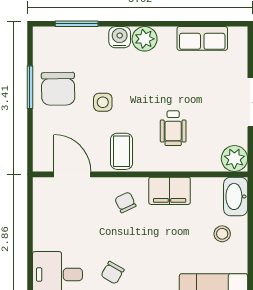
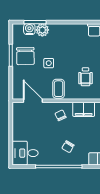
water cooler: (120, 37) -> (29, 29), moved
plant: (145, 39) -> (42, 30), moved
chair: (113, 273) -> (68, 147), moved

